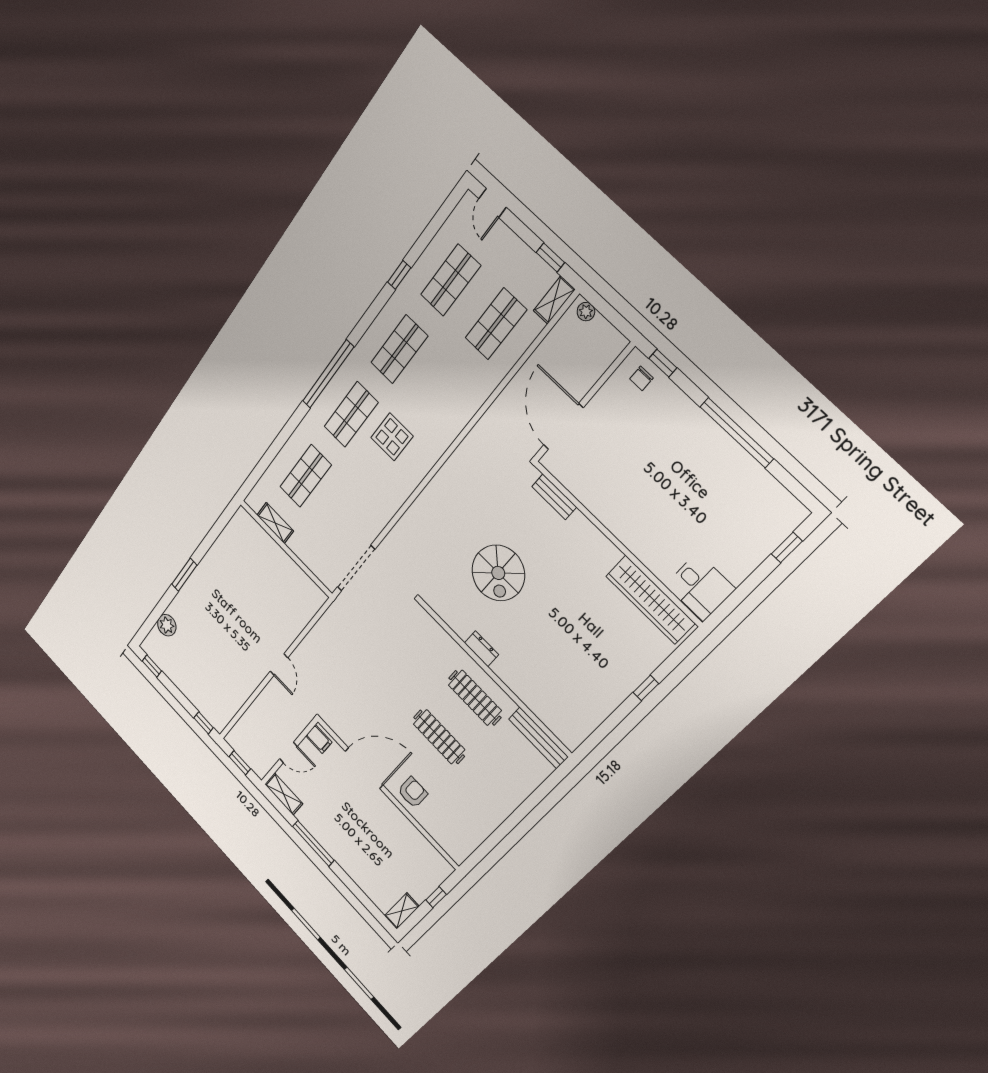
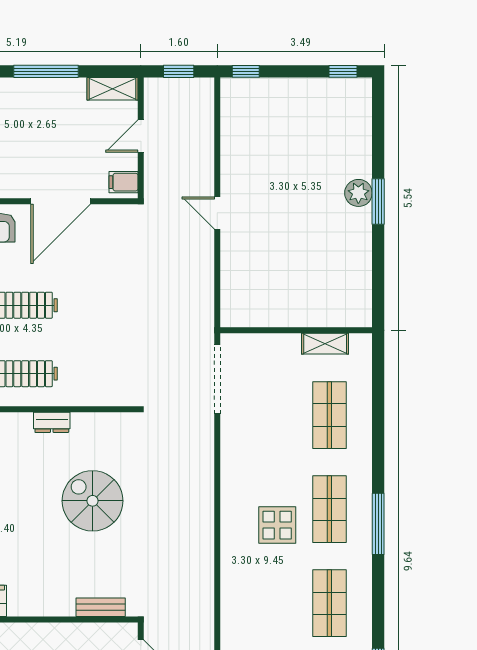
window: (328, 374) -> (378, 524), width x0.68
plant: (167, 625) -> (358, 193), moved

